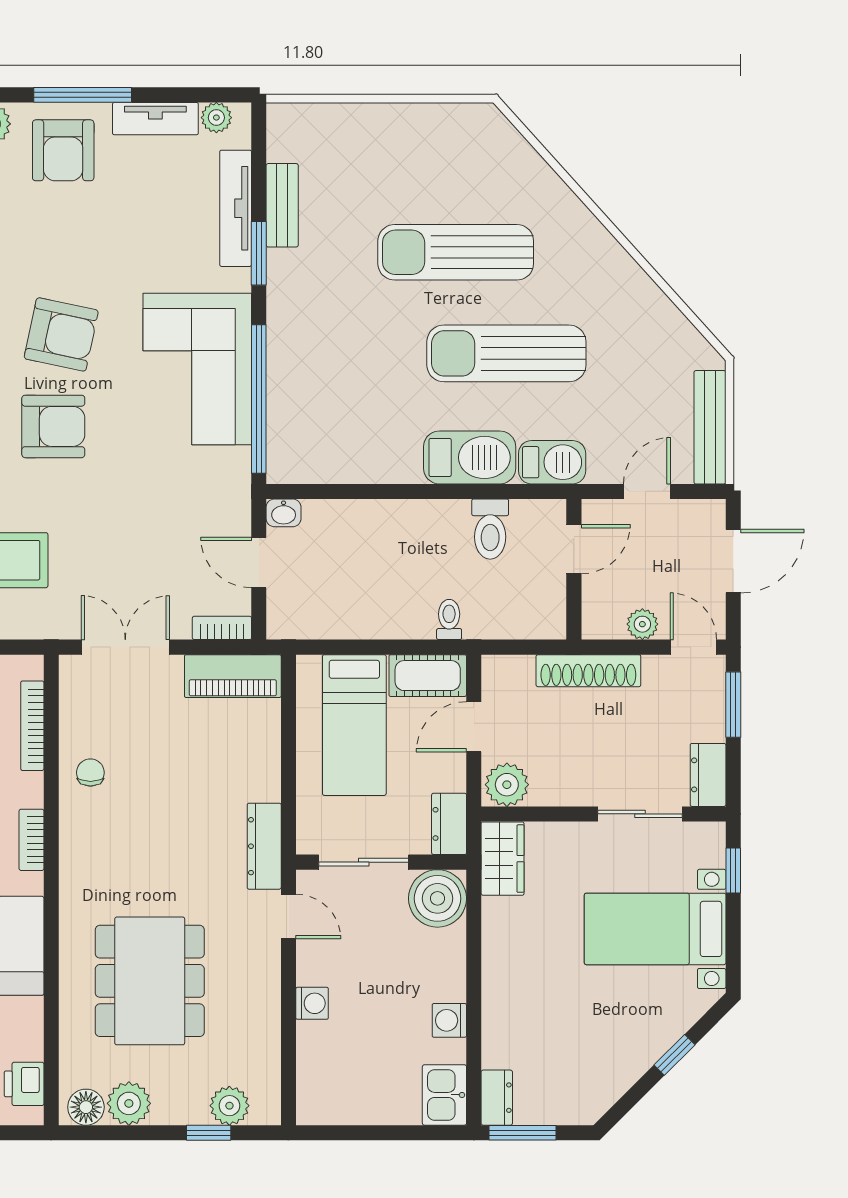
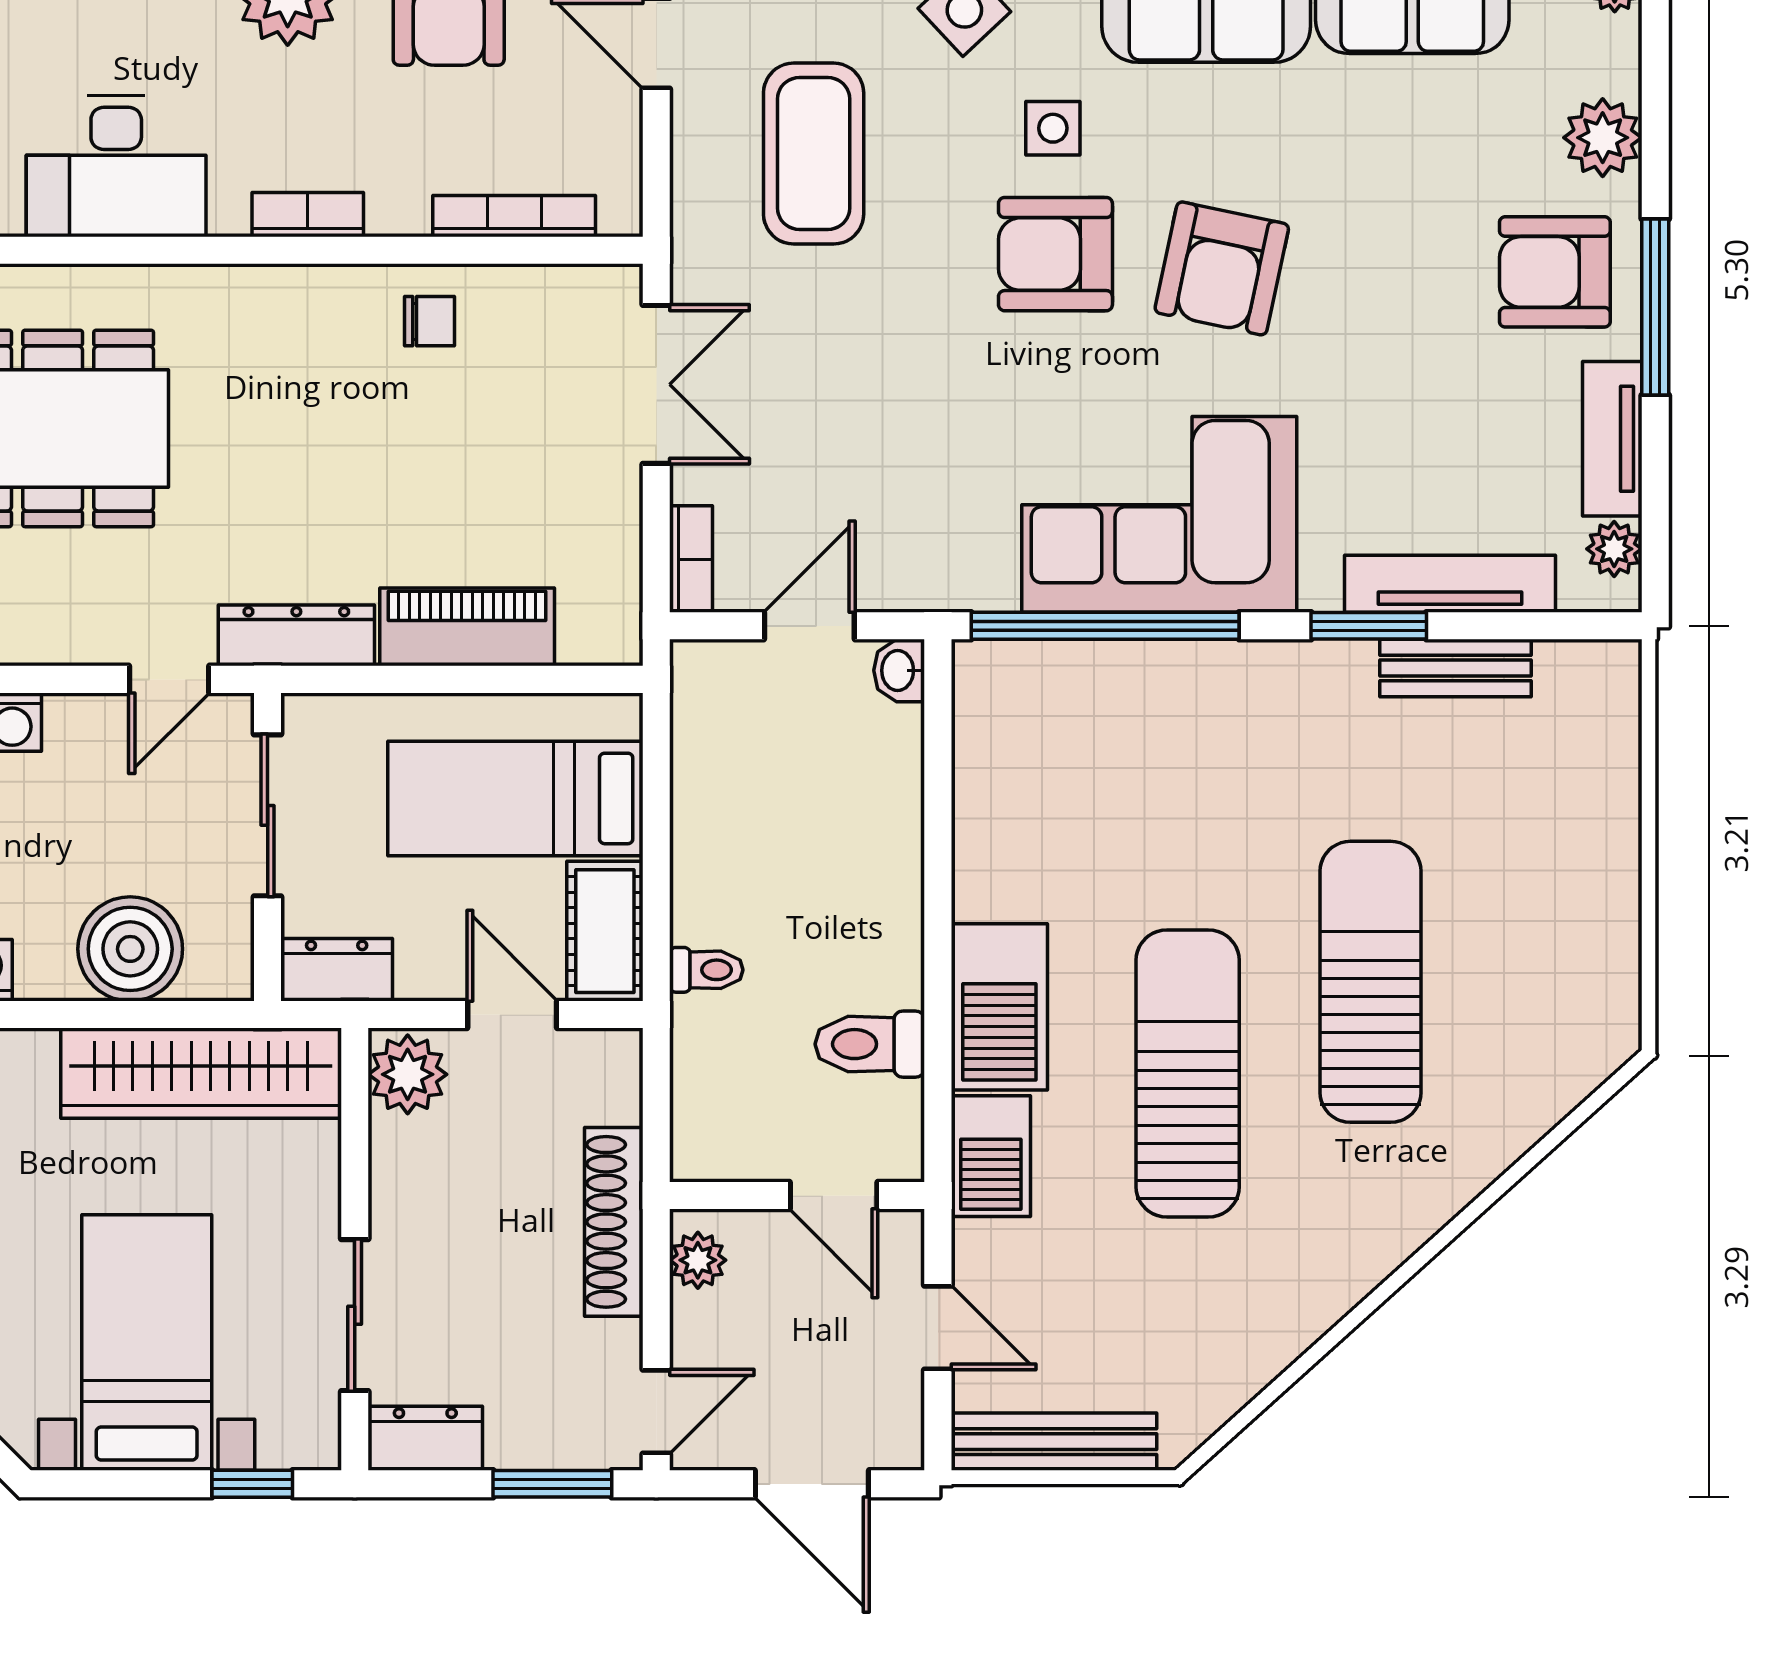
armchair: (53, 426) -> (1055, 254), turned 90
plant: (642, 624) -> (698, 1260), moved
piano: (233, 676) -> (467, 627), moved, turned 90
wardrobe: (503, 859) -> (201, 1073), width x2.10, depth x1.17
boiler: (437, 898) -> (130, 949), moved

